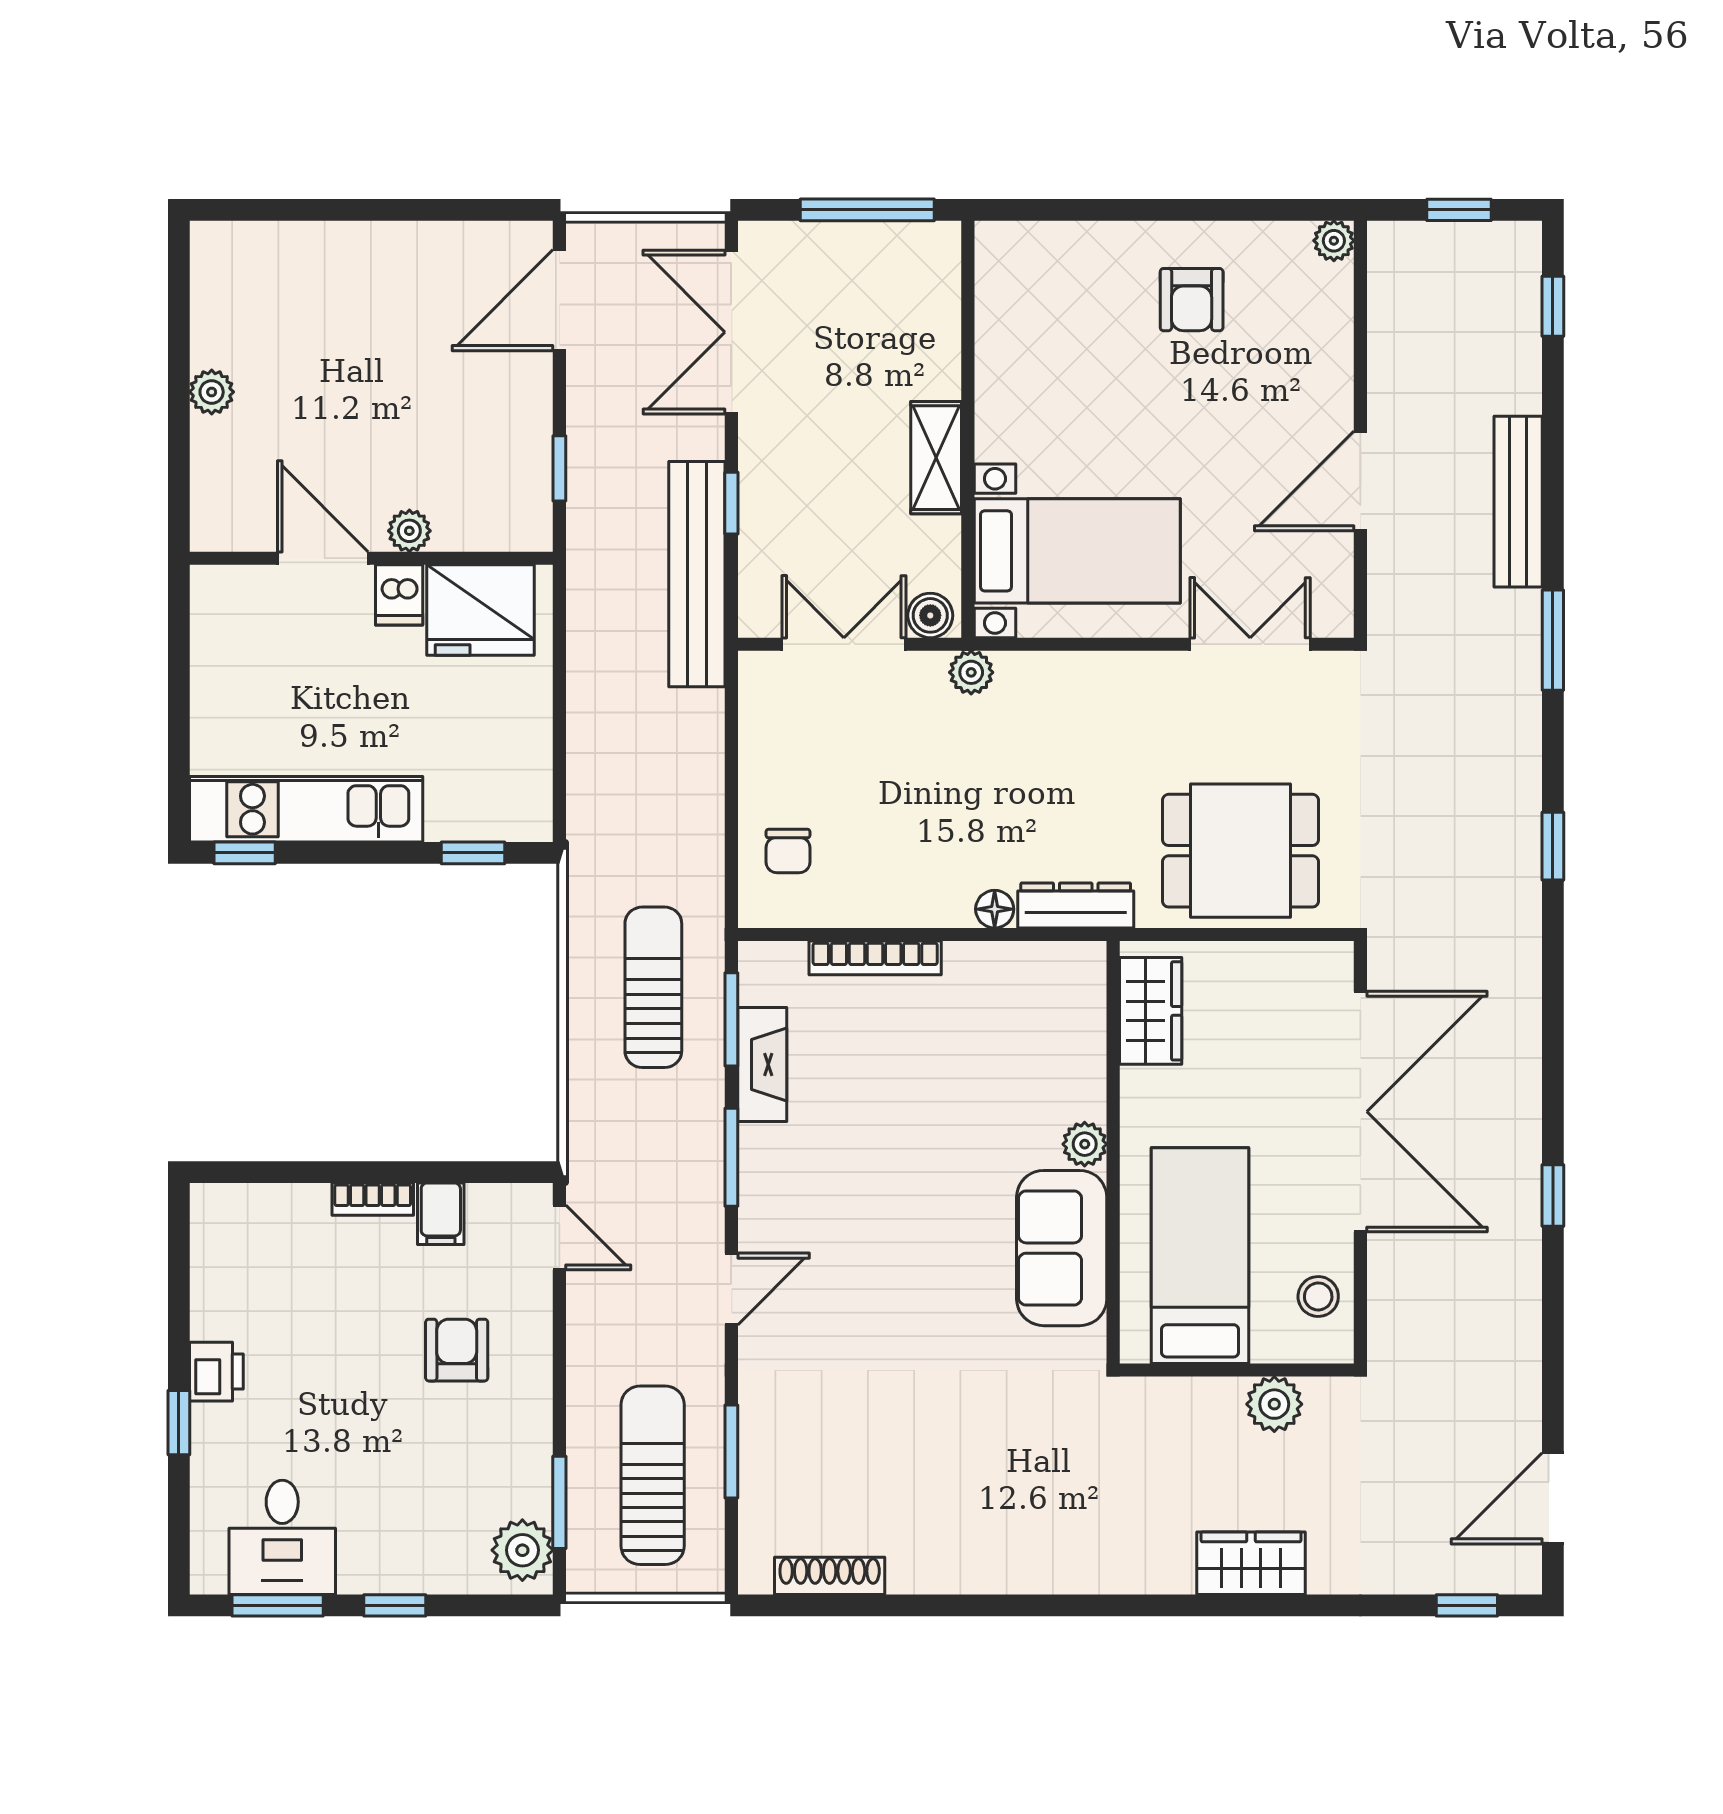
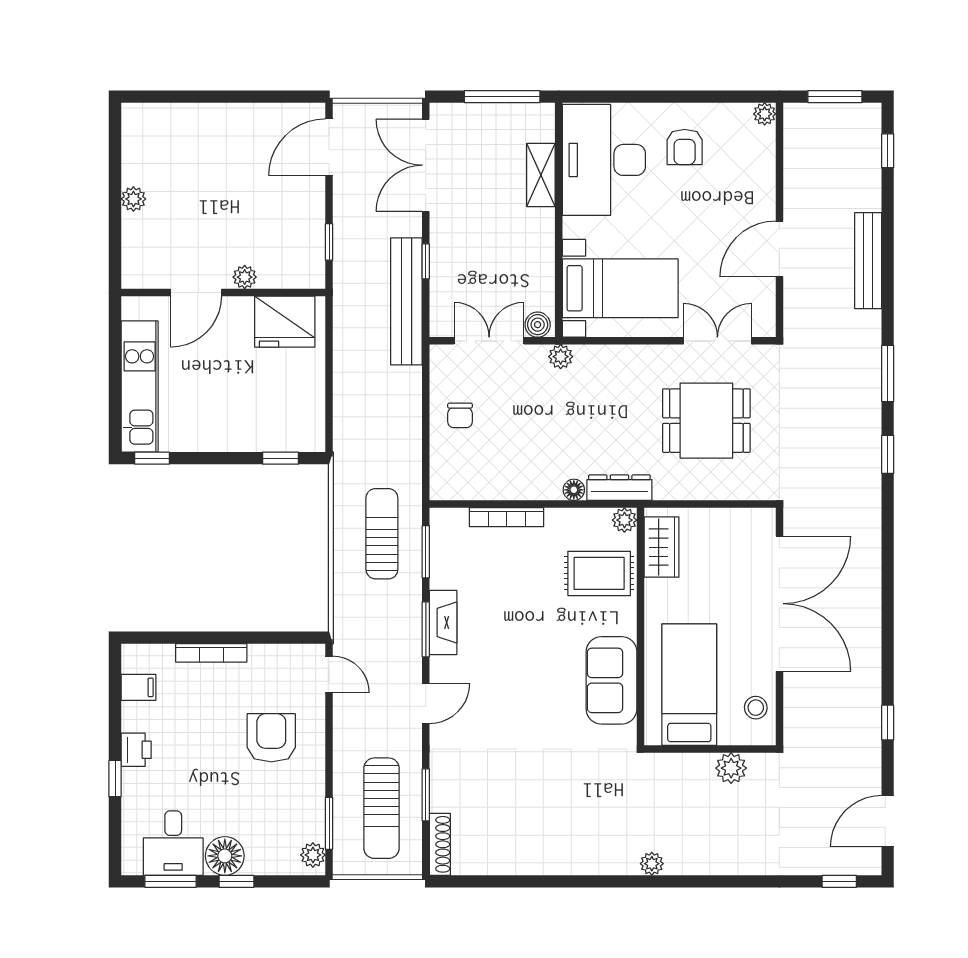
window: (1459, 210) -> (835, 97), width x1.50
desk: (1048, 323) -> (604, 160), added
shelving: (936, 458) -> (541, 175), moved
door: (323, 558) -> (196, 292), swing flipped
dishwasher: (399, 595) -> (239, 313), removed
window: (1553, 640) -> (888, 373), moved
kitchen unit: (306, 809) -> (140, 387), moved, turned 90
chair: (788, 851) -> (460, 415), moved
dining table: (1241, 851) -> (706, 421), moved
rug: (1040, 1058) -> (599, 573), added
fireplace: (762, 1065) -> (443, 623), moved
plant: (1085, 1144) -> (624, 520), moved
window: (1553, 1195) -> (888, 723), moved
bookcase: (373, 1199) -> (211, 653), width x1.56
filing cabinet: (441, 1214) -> (138, 687), moved, turned -90
armchair: (457, 1350) -> (271, 738), width x1.38, depth x1.38
sun lounger: (653, 1475) -> (381, 808), turned 180
plant: (522, 1550) -> (313, 855), width x0.73, depth x0.73
floor lamp: (374, 1560) -> (225, 856), added
wardrobe: (1251, 1563) -> (718, 858), removed
plant: (1133, 1574) -> (652, 864), added
shoe rack: (830, 1576) -> (440, 844), moved, turned 90

